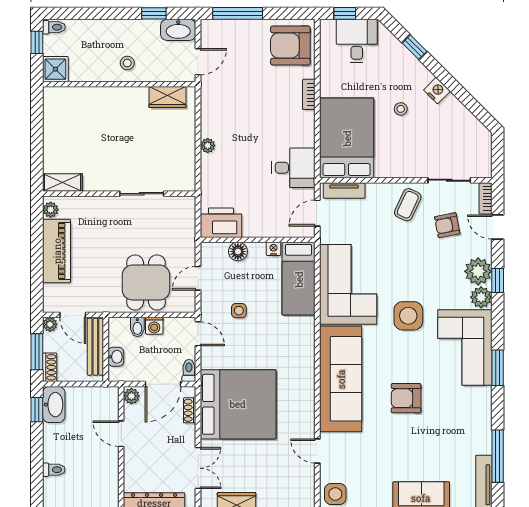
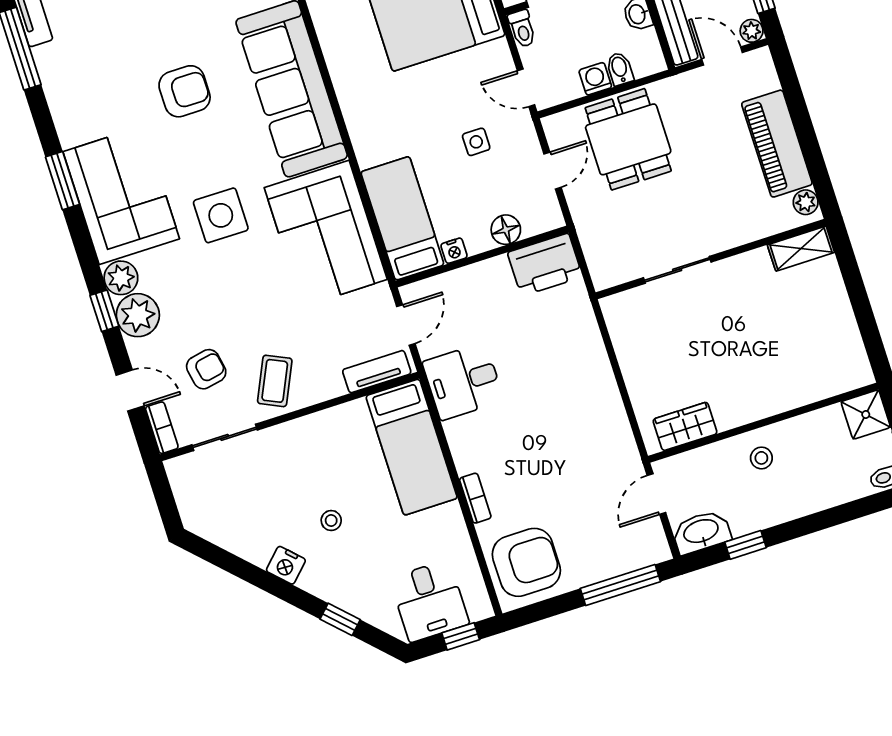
bed: (347, 138) -> (412, 447), width x0.67
plant: (208, 146) -> (602, 373), removed

